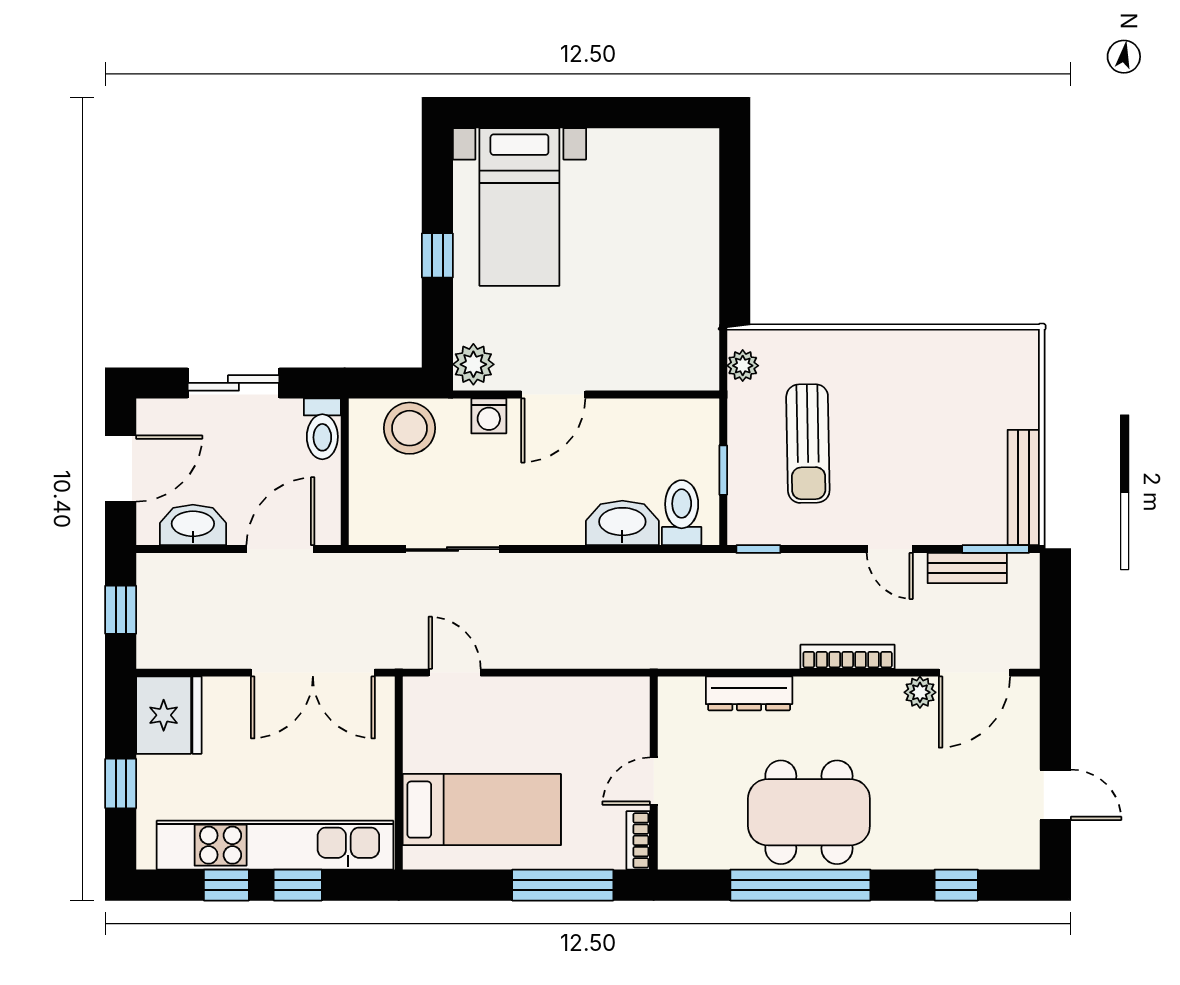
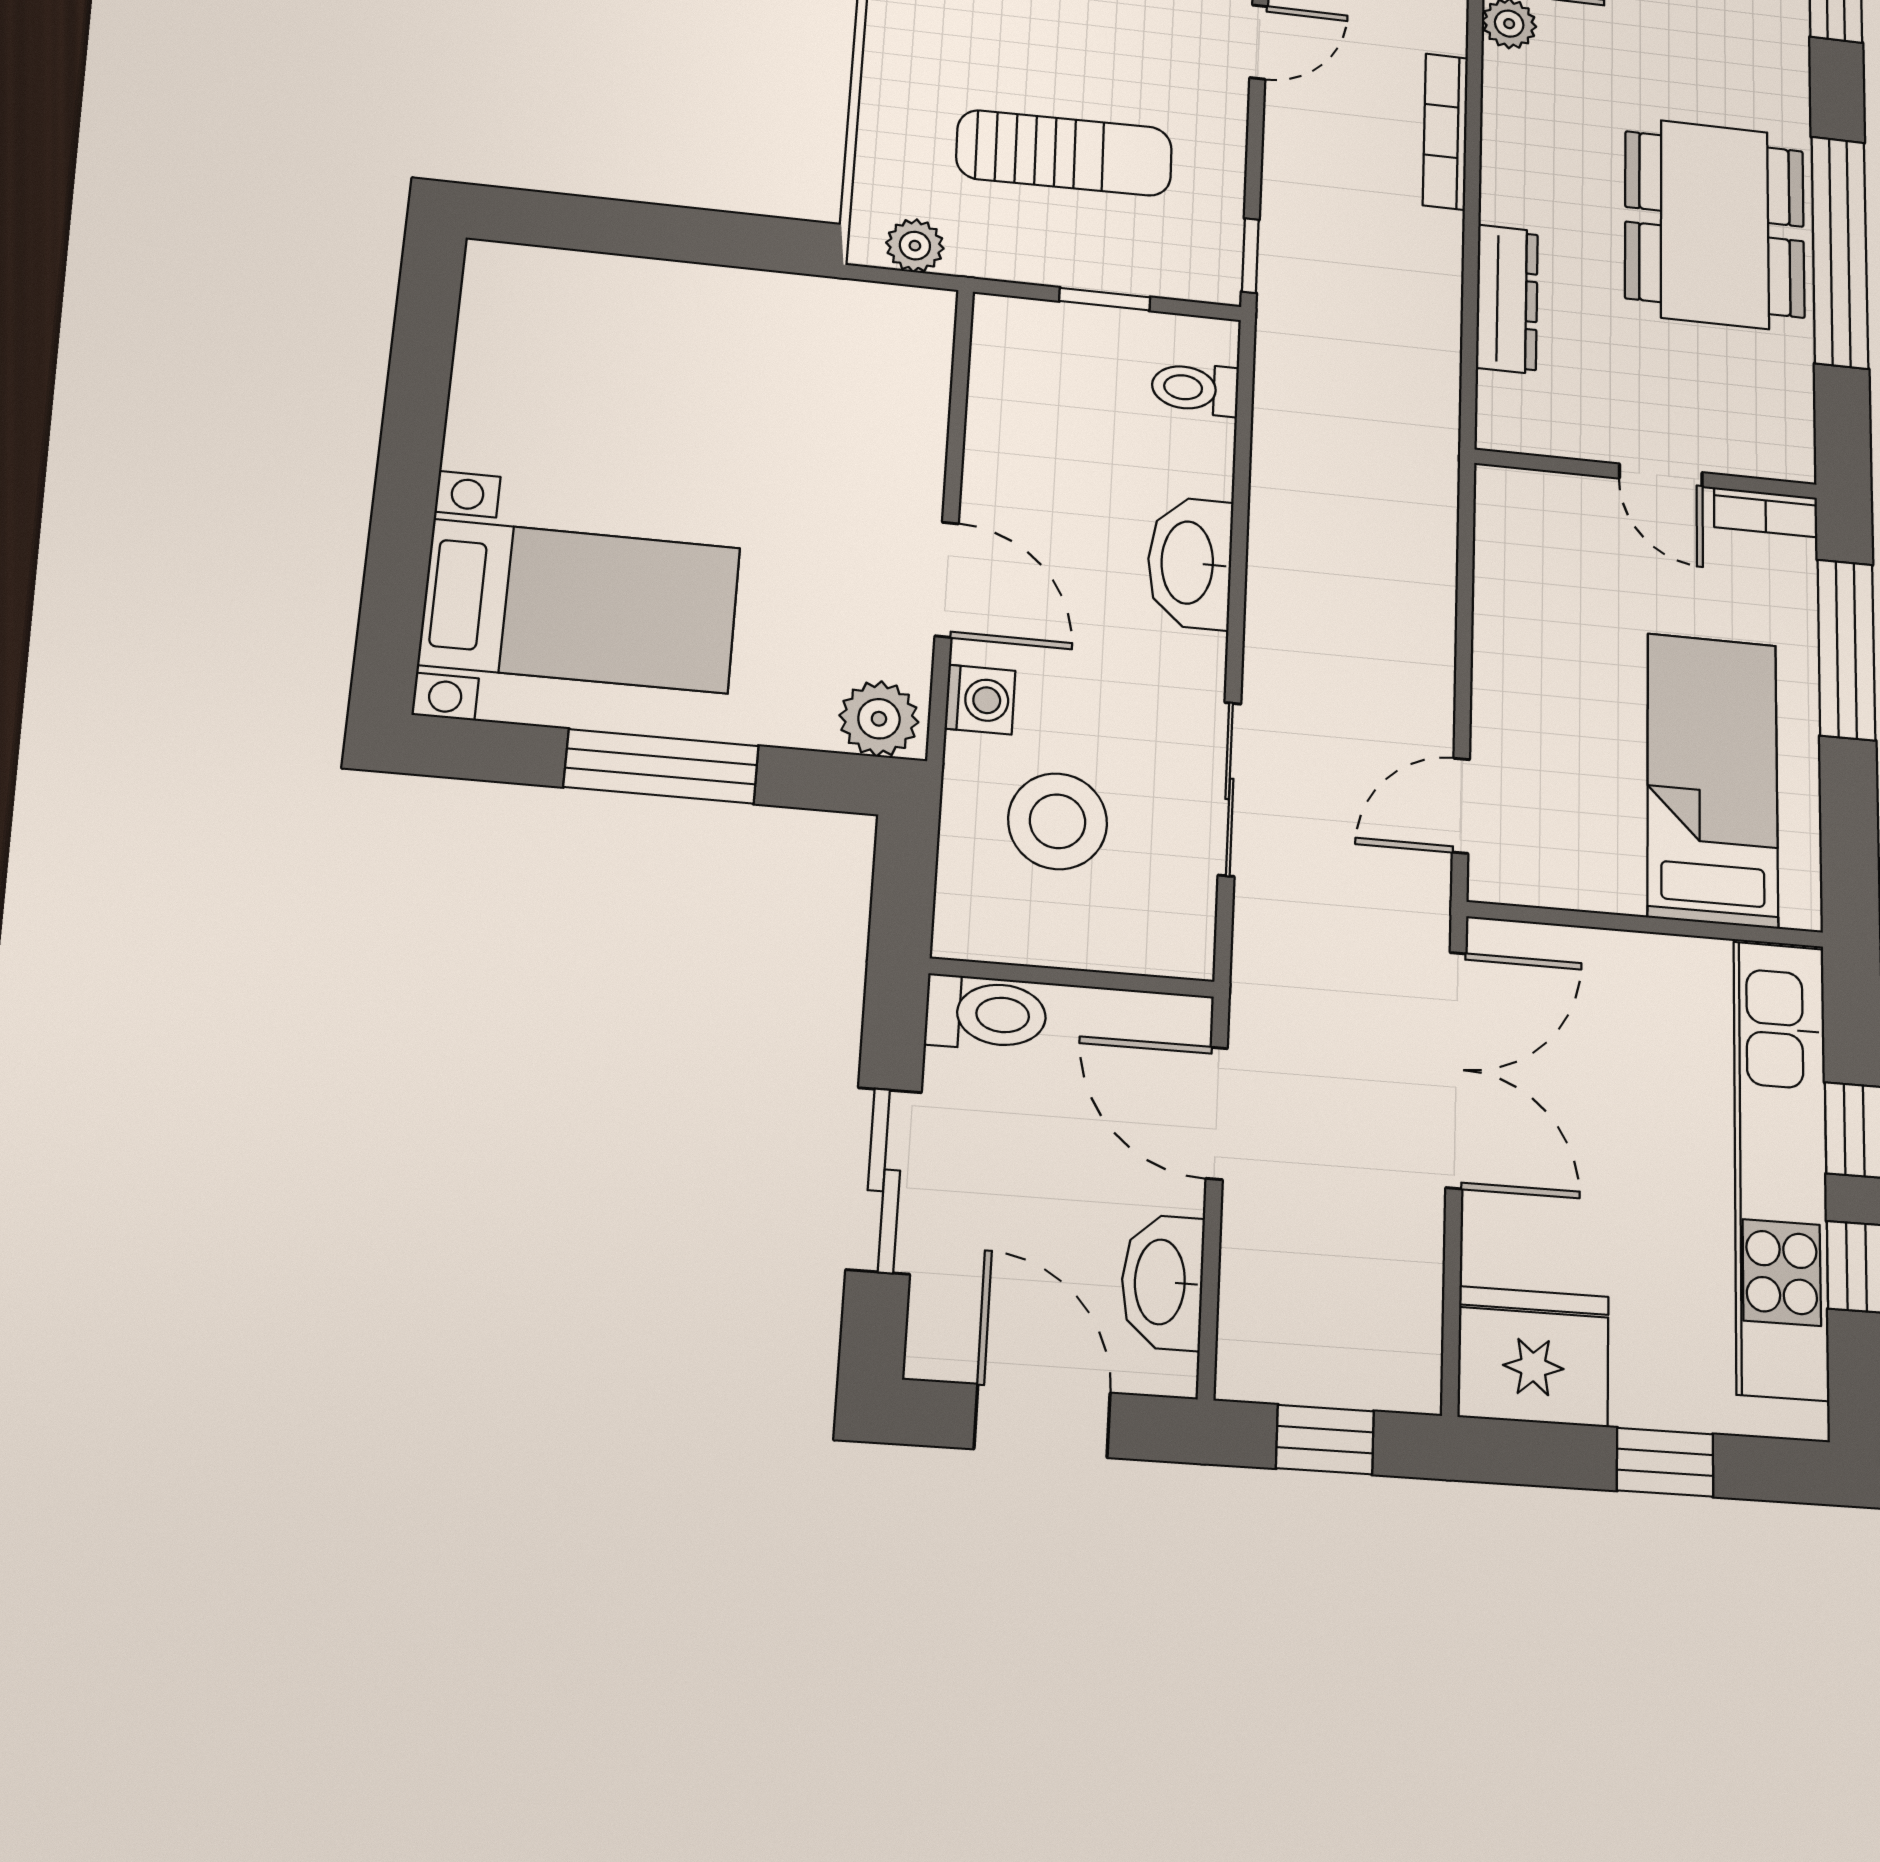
window: (437, 255) -> (661, 766), width x2.17
stool: (410, 428) -> (1058, 821), moved
toilet: (682, 513) -> (1195, 389), width x0.73, depth x0.72
washbasin: (622, 523) -> (1190, 563), moved

